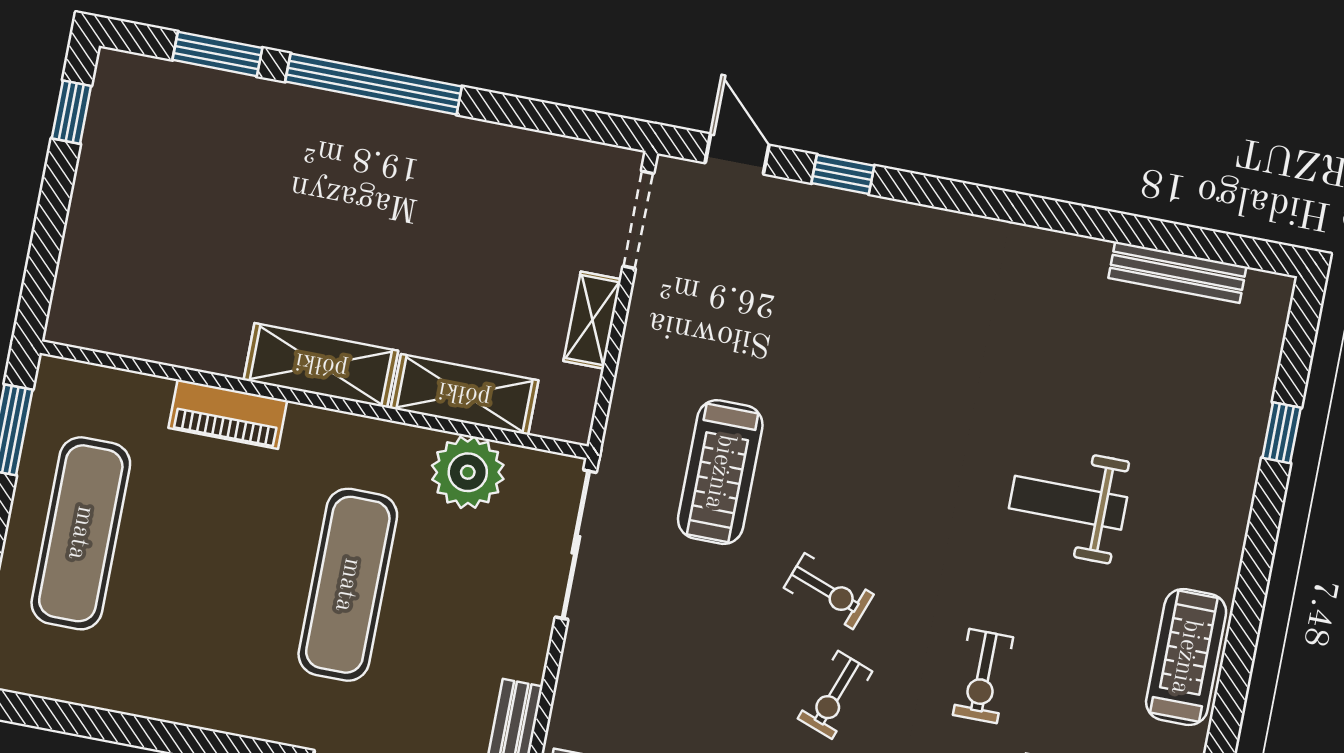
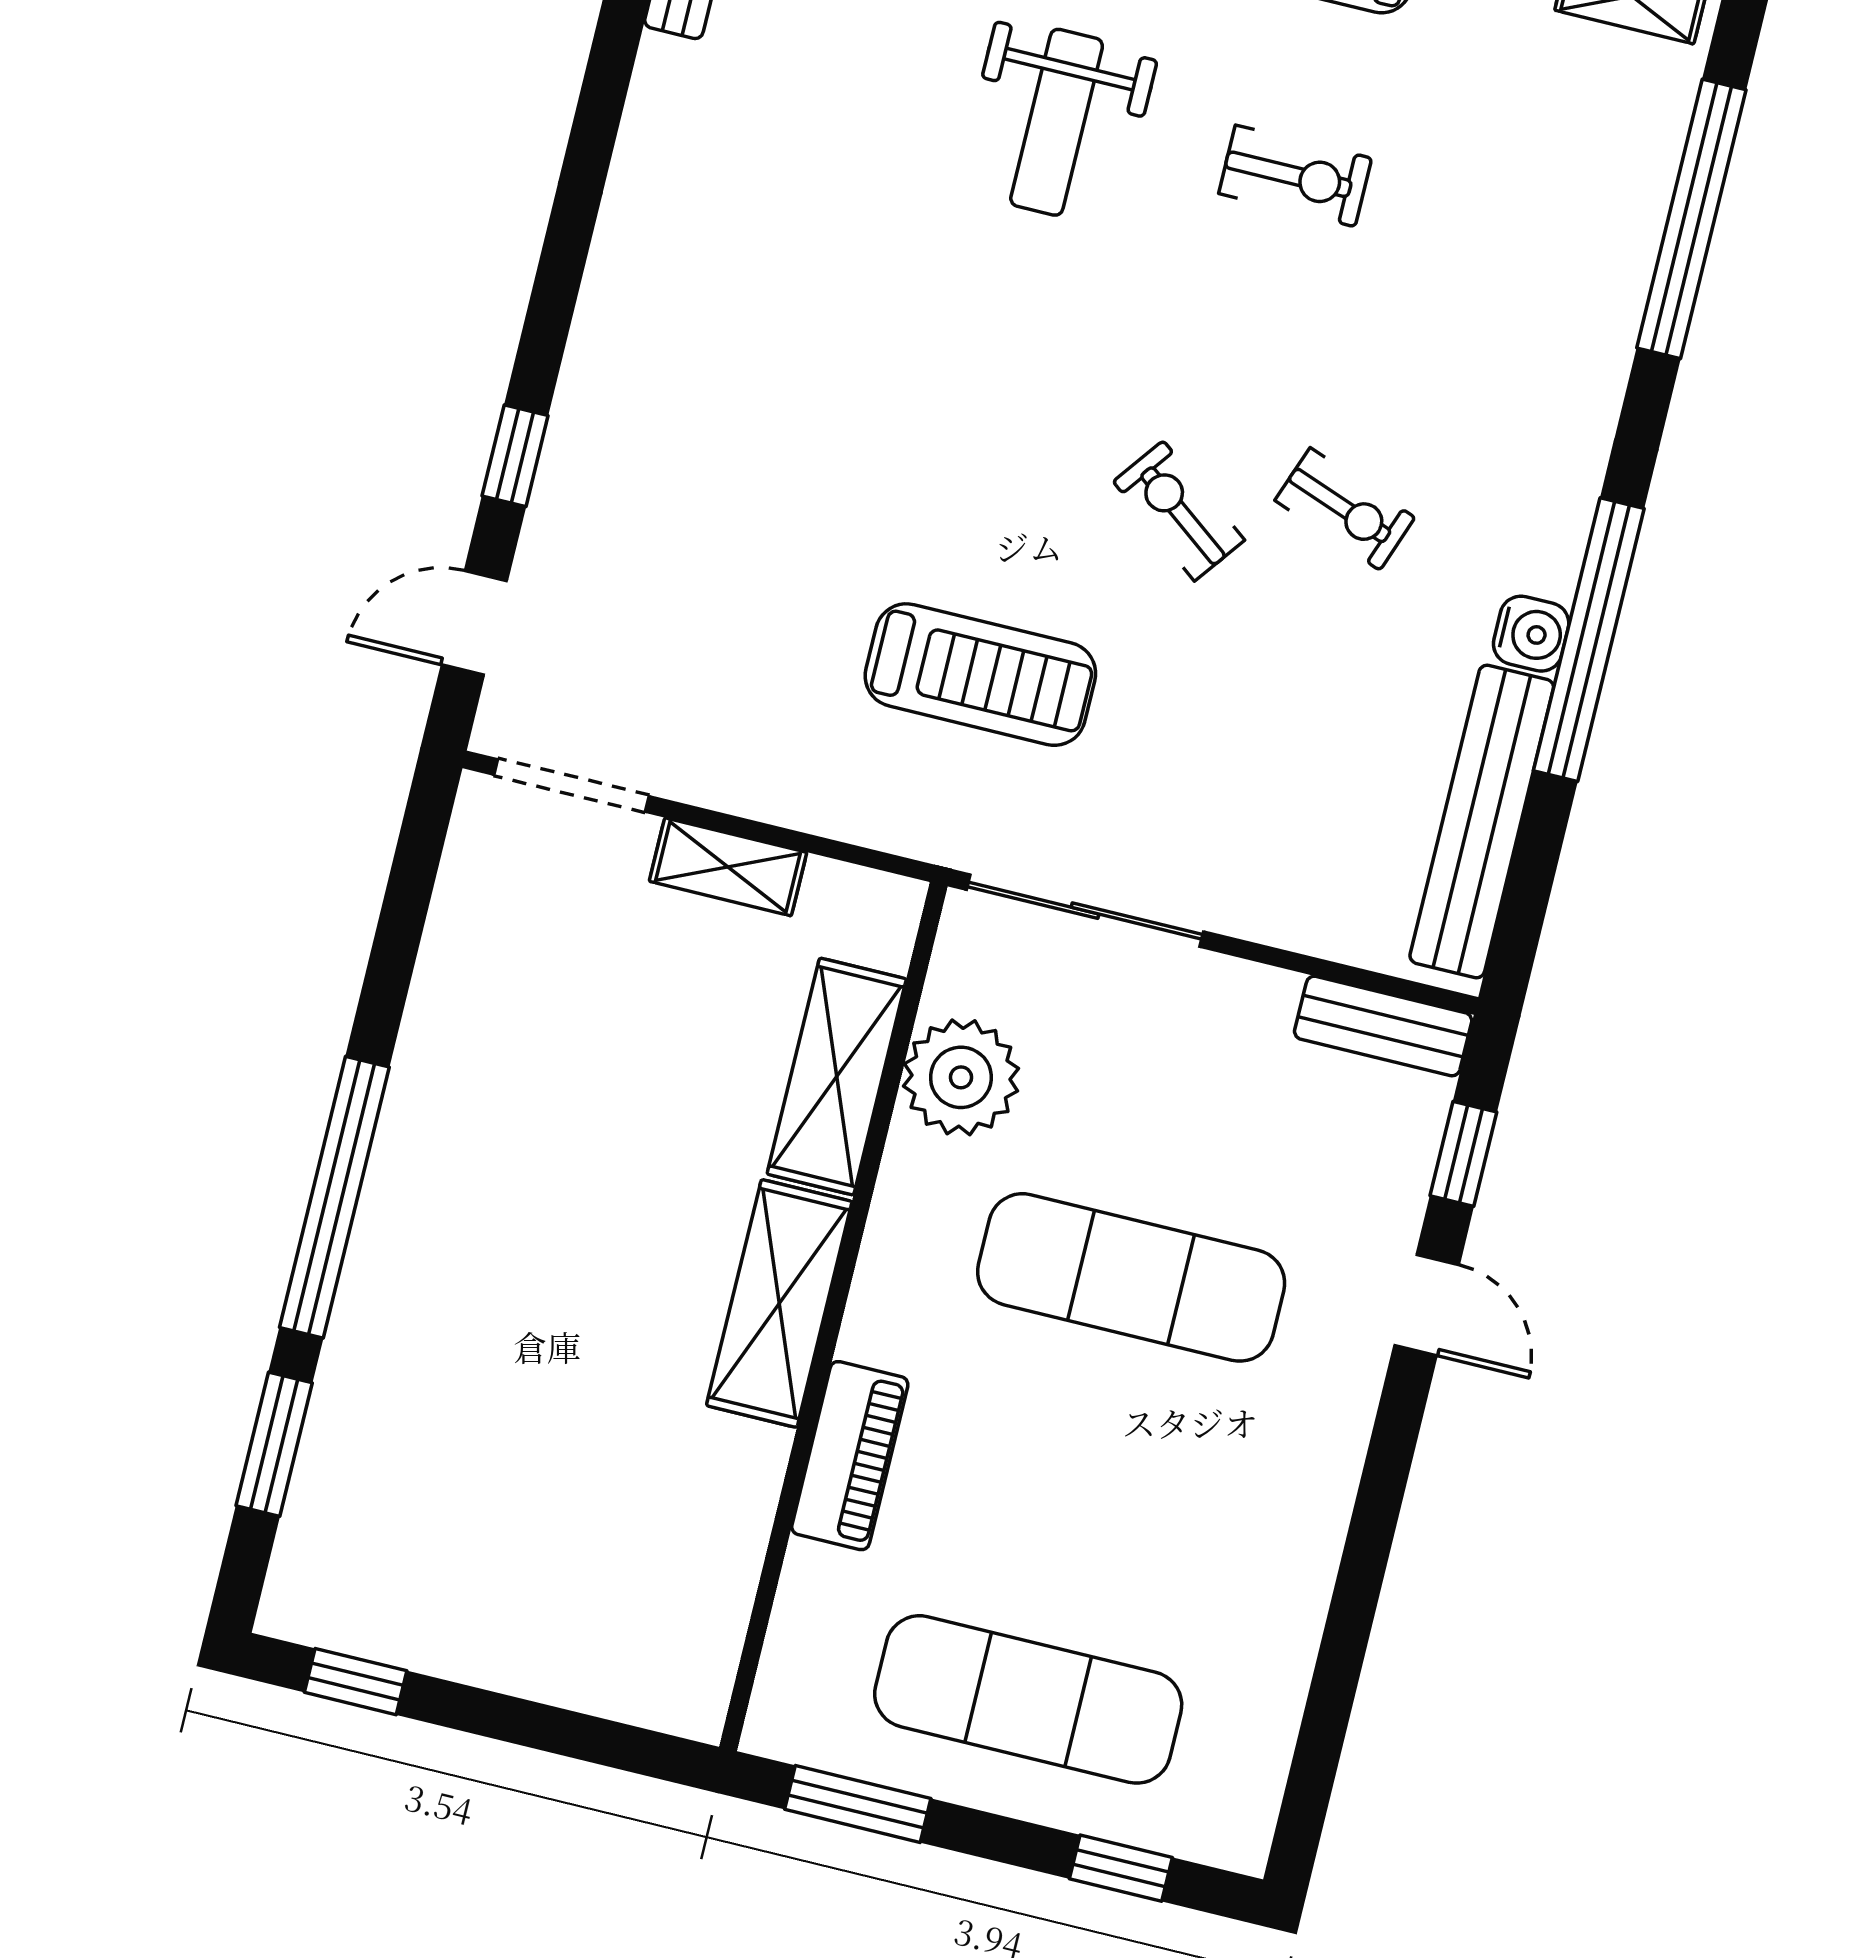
exercise bike: (829, 591) -> (1179, 511), turned -73
exercise bike: (983, 676) -> (1295, 176), moved

